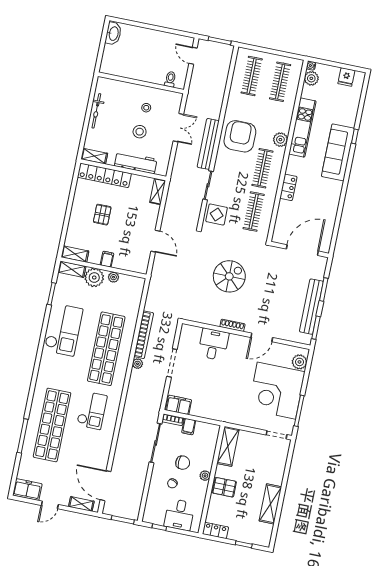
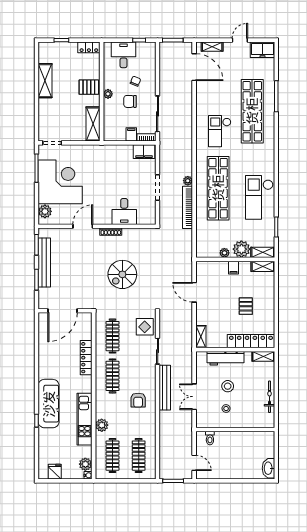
armchair: (240, 136) -> (138, 400), width x0.53, depth x0.53
plant: (280, 140) -> (102, 425), moved
locker: (288, 187) -> (86, 358), width x1.53

